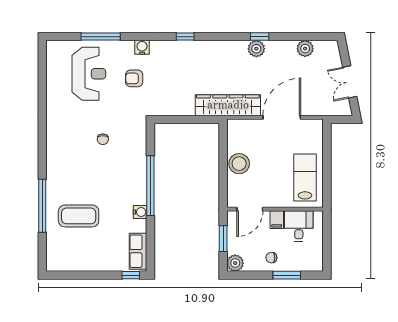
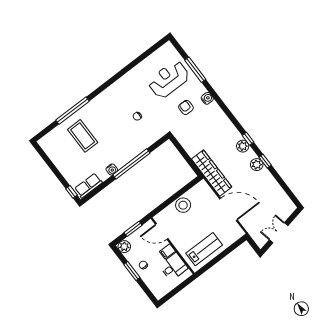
window: (185, 37) -> (248, 139), moved
plant: (305, 49) -> (243, 146), moved
reception desk: (89, 74) -> (169, 79), turned 180
window: (287, 275) -> (132, 271), moved

